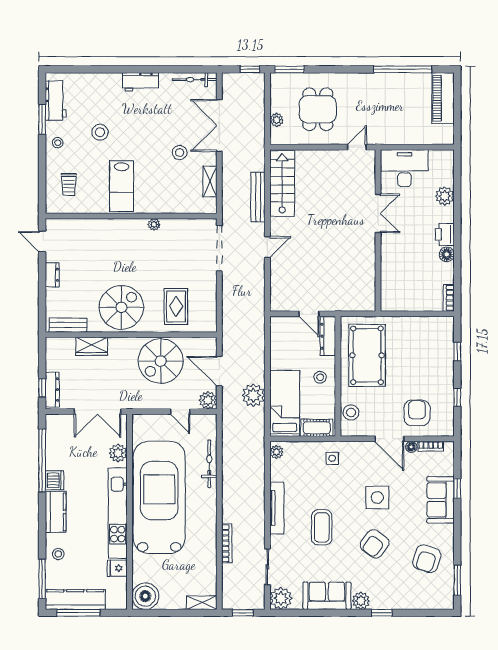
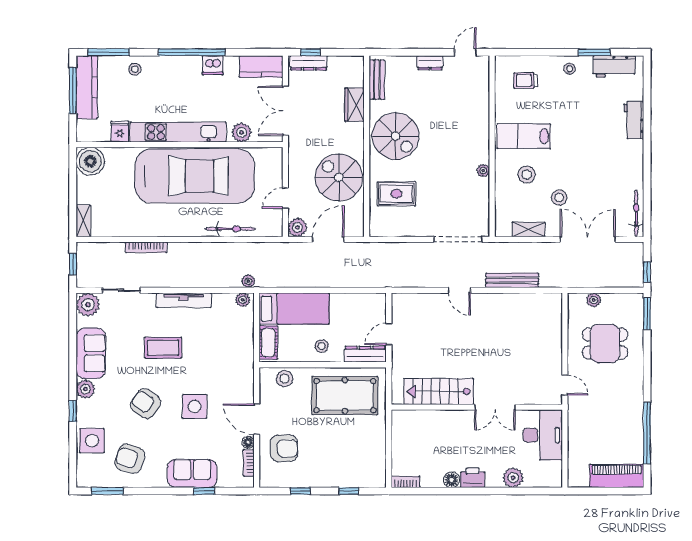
workbench: (141, 82) -> (634, 120), moved
stool: (100, 132) -> (527, 175), moved
stairs: (282, 184) -> (439, 391), moved, turned 180
plant: (253, 395) -> (248, 281), moved, width x0.53, depth x0.53
door: (389, 439) -> (257, 419), hinge flipped
side table: (332, 458) -> (92, 441), moved, width x1.87, depth x1.87
window: (42, 461) -> (192, 52), moved
kitchen counter: (56, 512) -> (261, 67), moved

